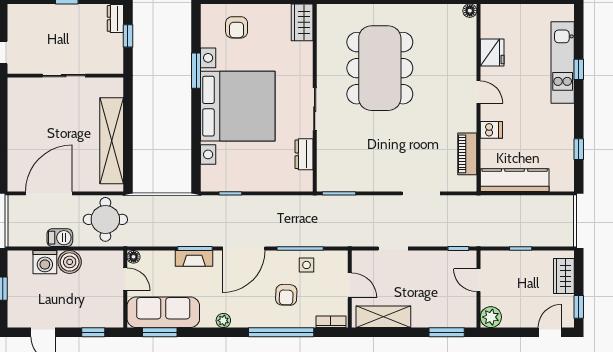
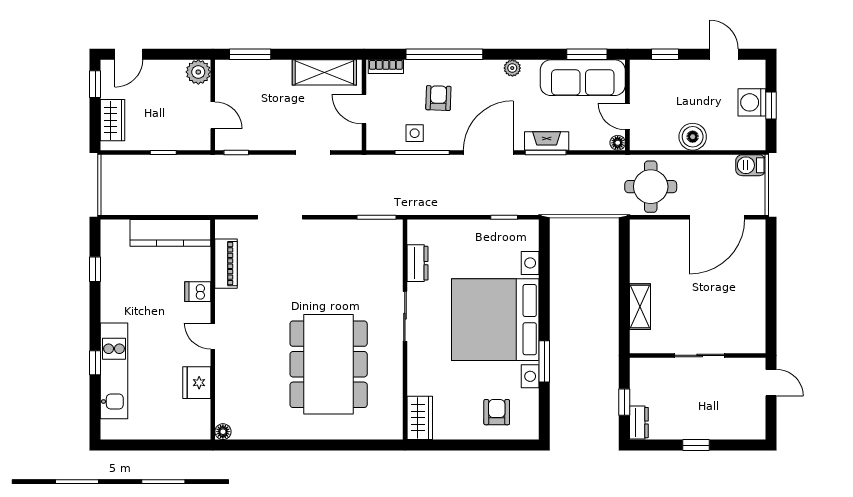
shelving: (112, 141) -> (640, 307), width x0.45, depth x0.75
barbecue: (60, 238) -> (751, 165), moved
washing machine: (45, 262) -> (752, 102), moved, turned -90

